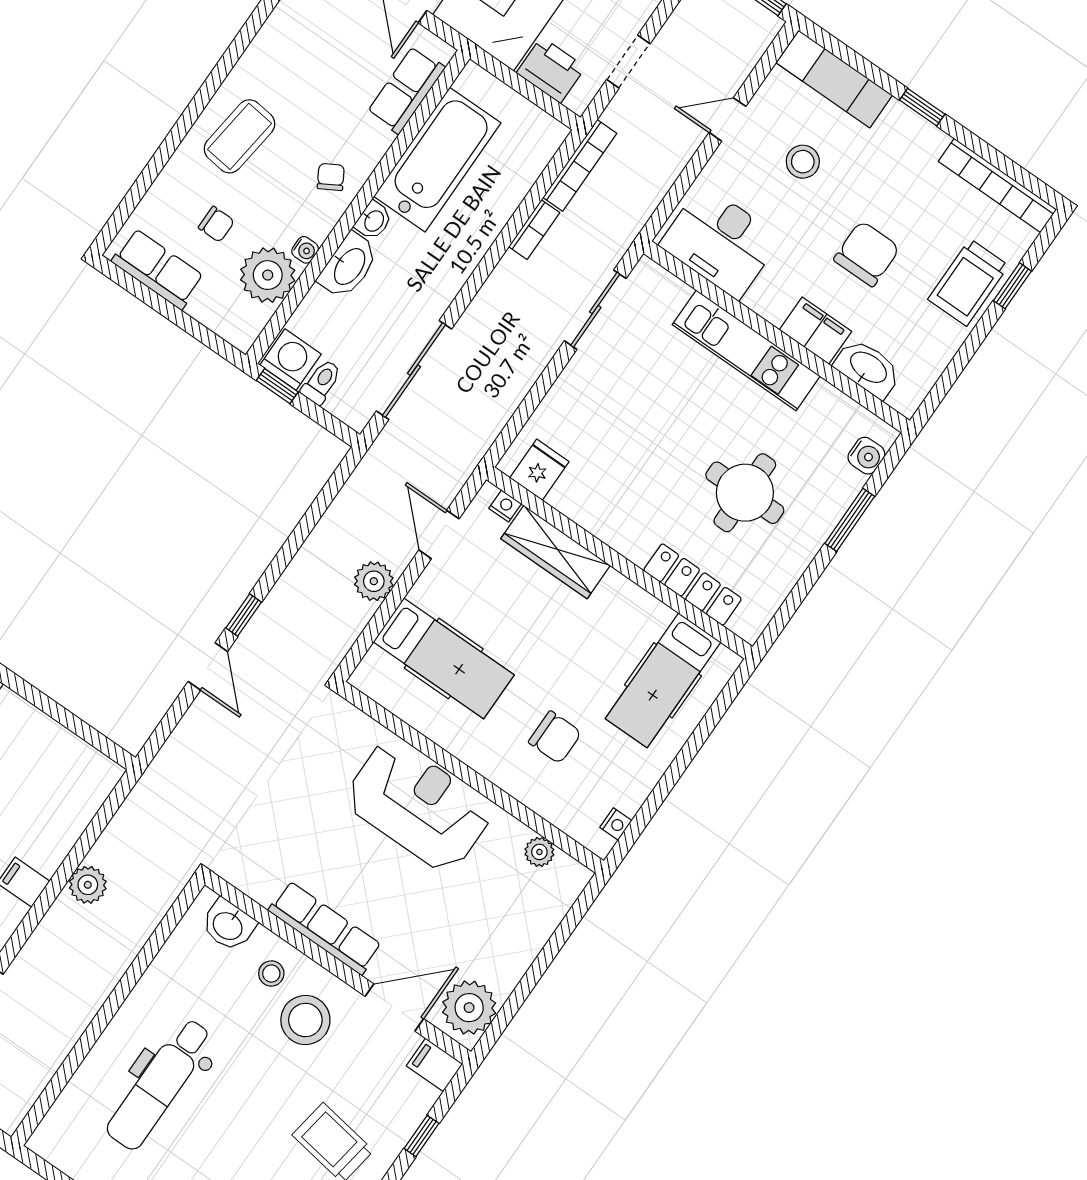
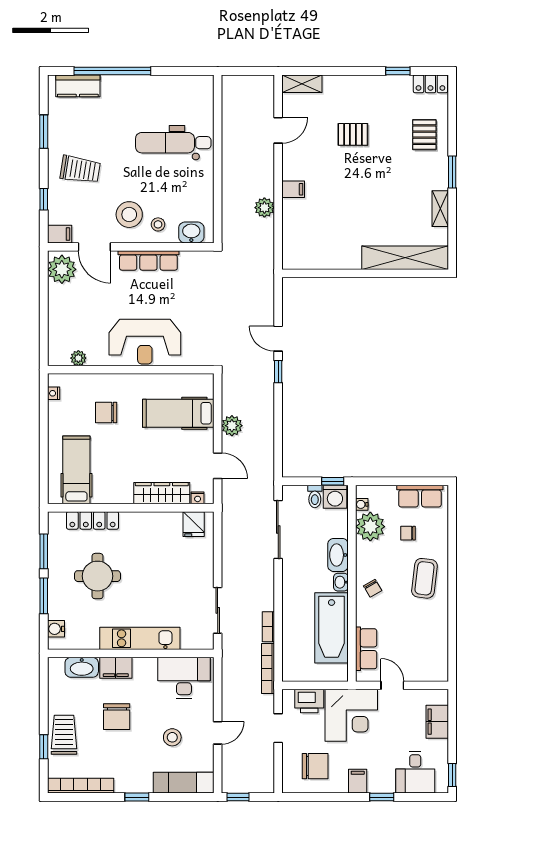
water cooler: (305, 250) -> (362, 504), moved
window: (802, 589) -> (44, 551), added
door: (394, 1007) -> (94, 247), hinge flipped
dental chair: (159, 1084) -> (173, 143), turned -90

